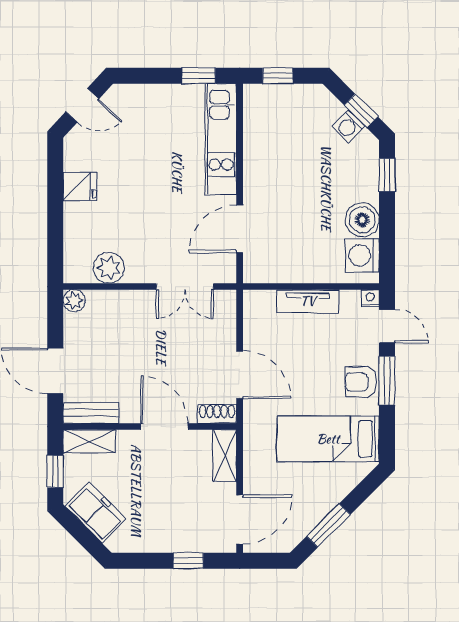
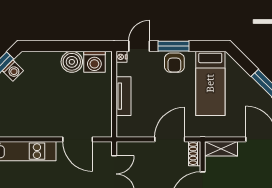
window: (387, 175) -> (44, 46), removed

